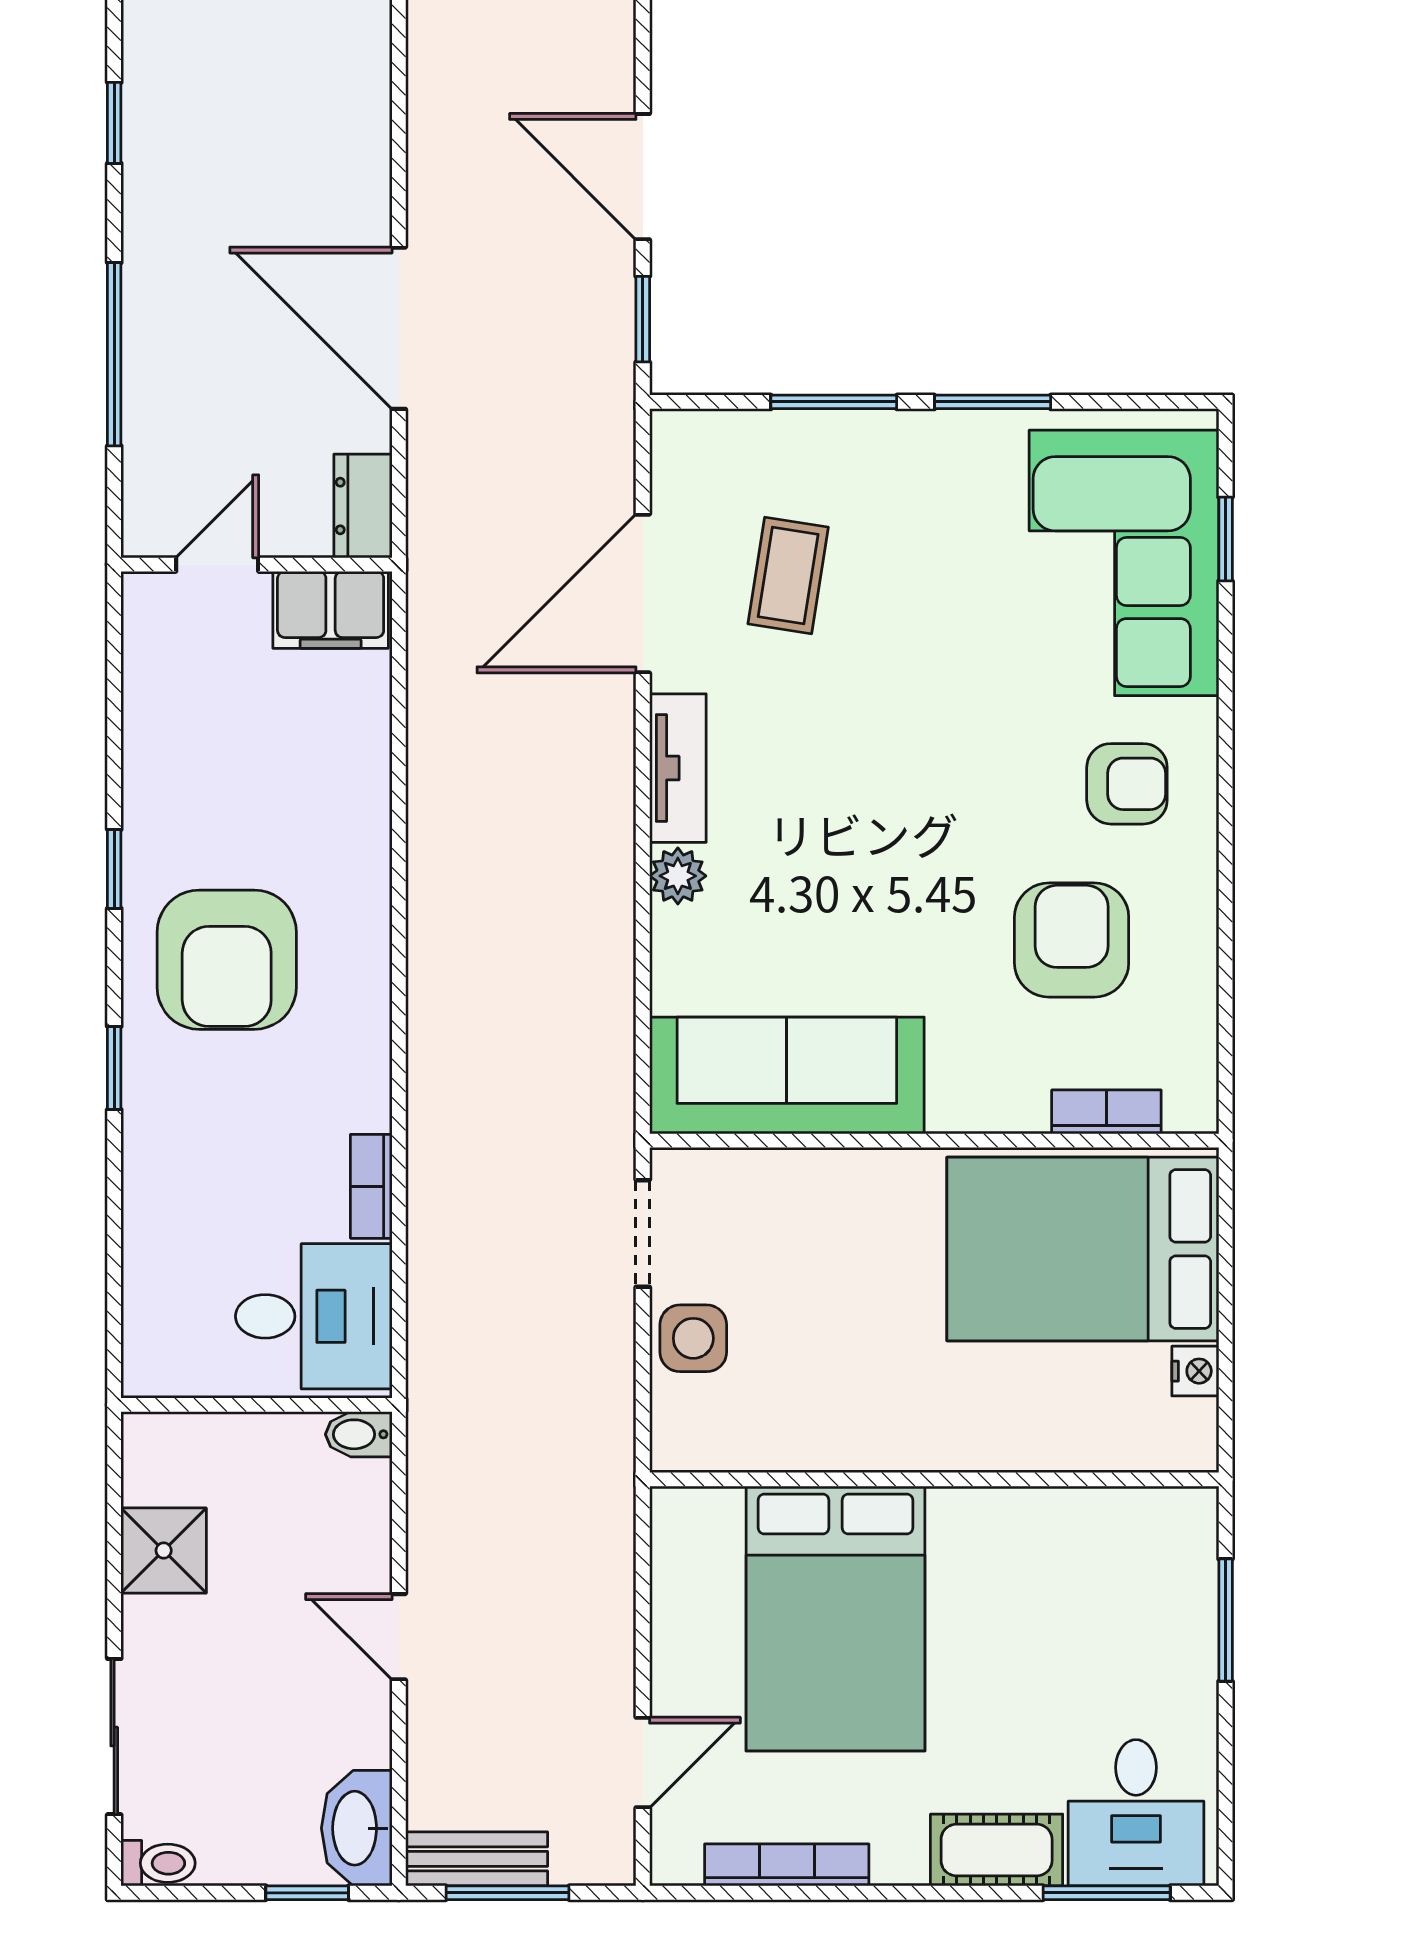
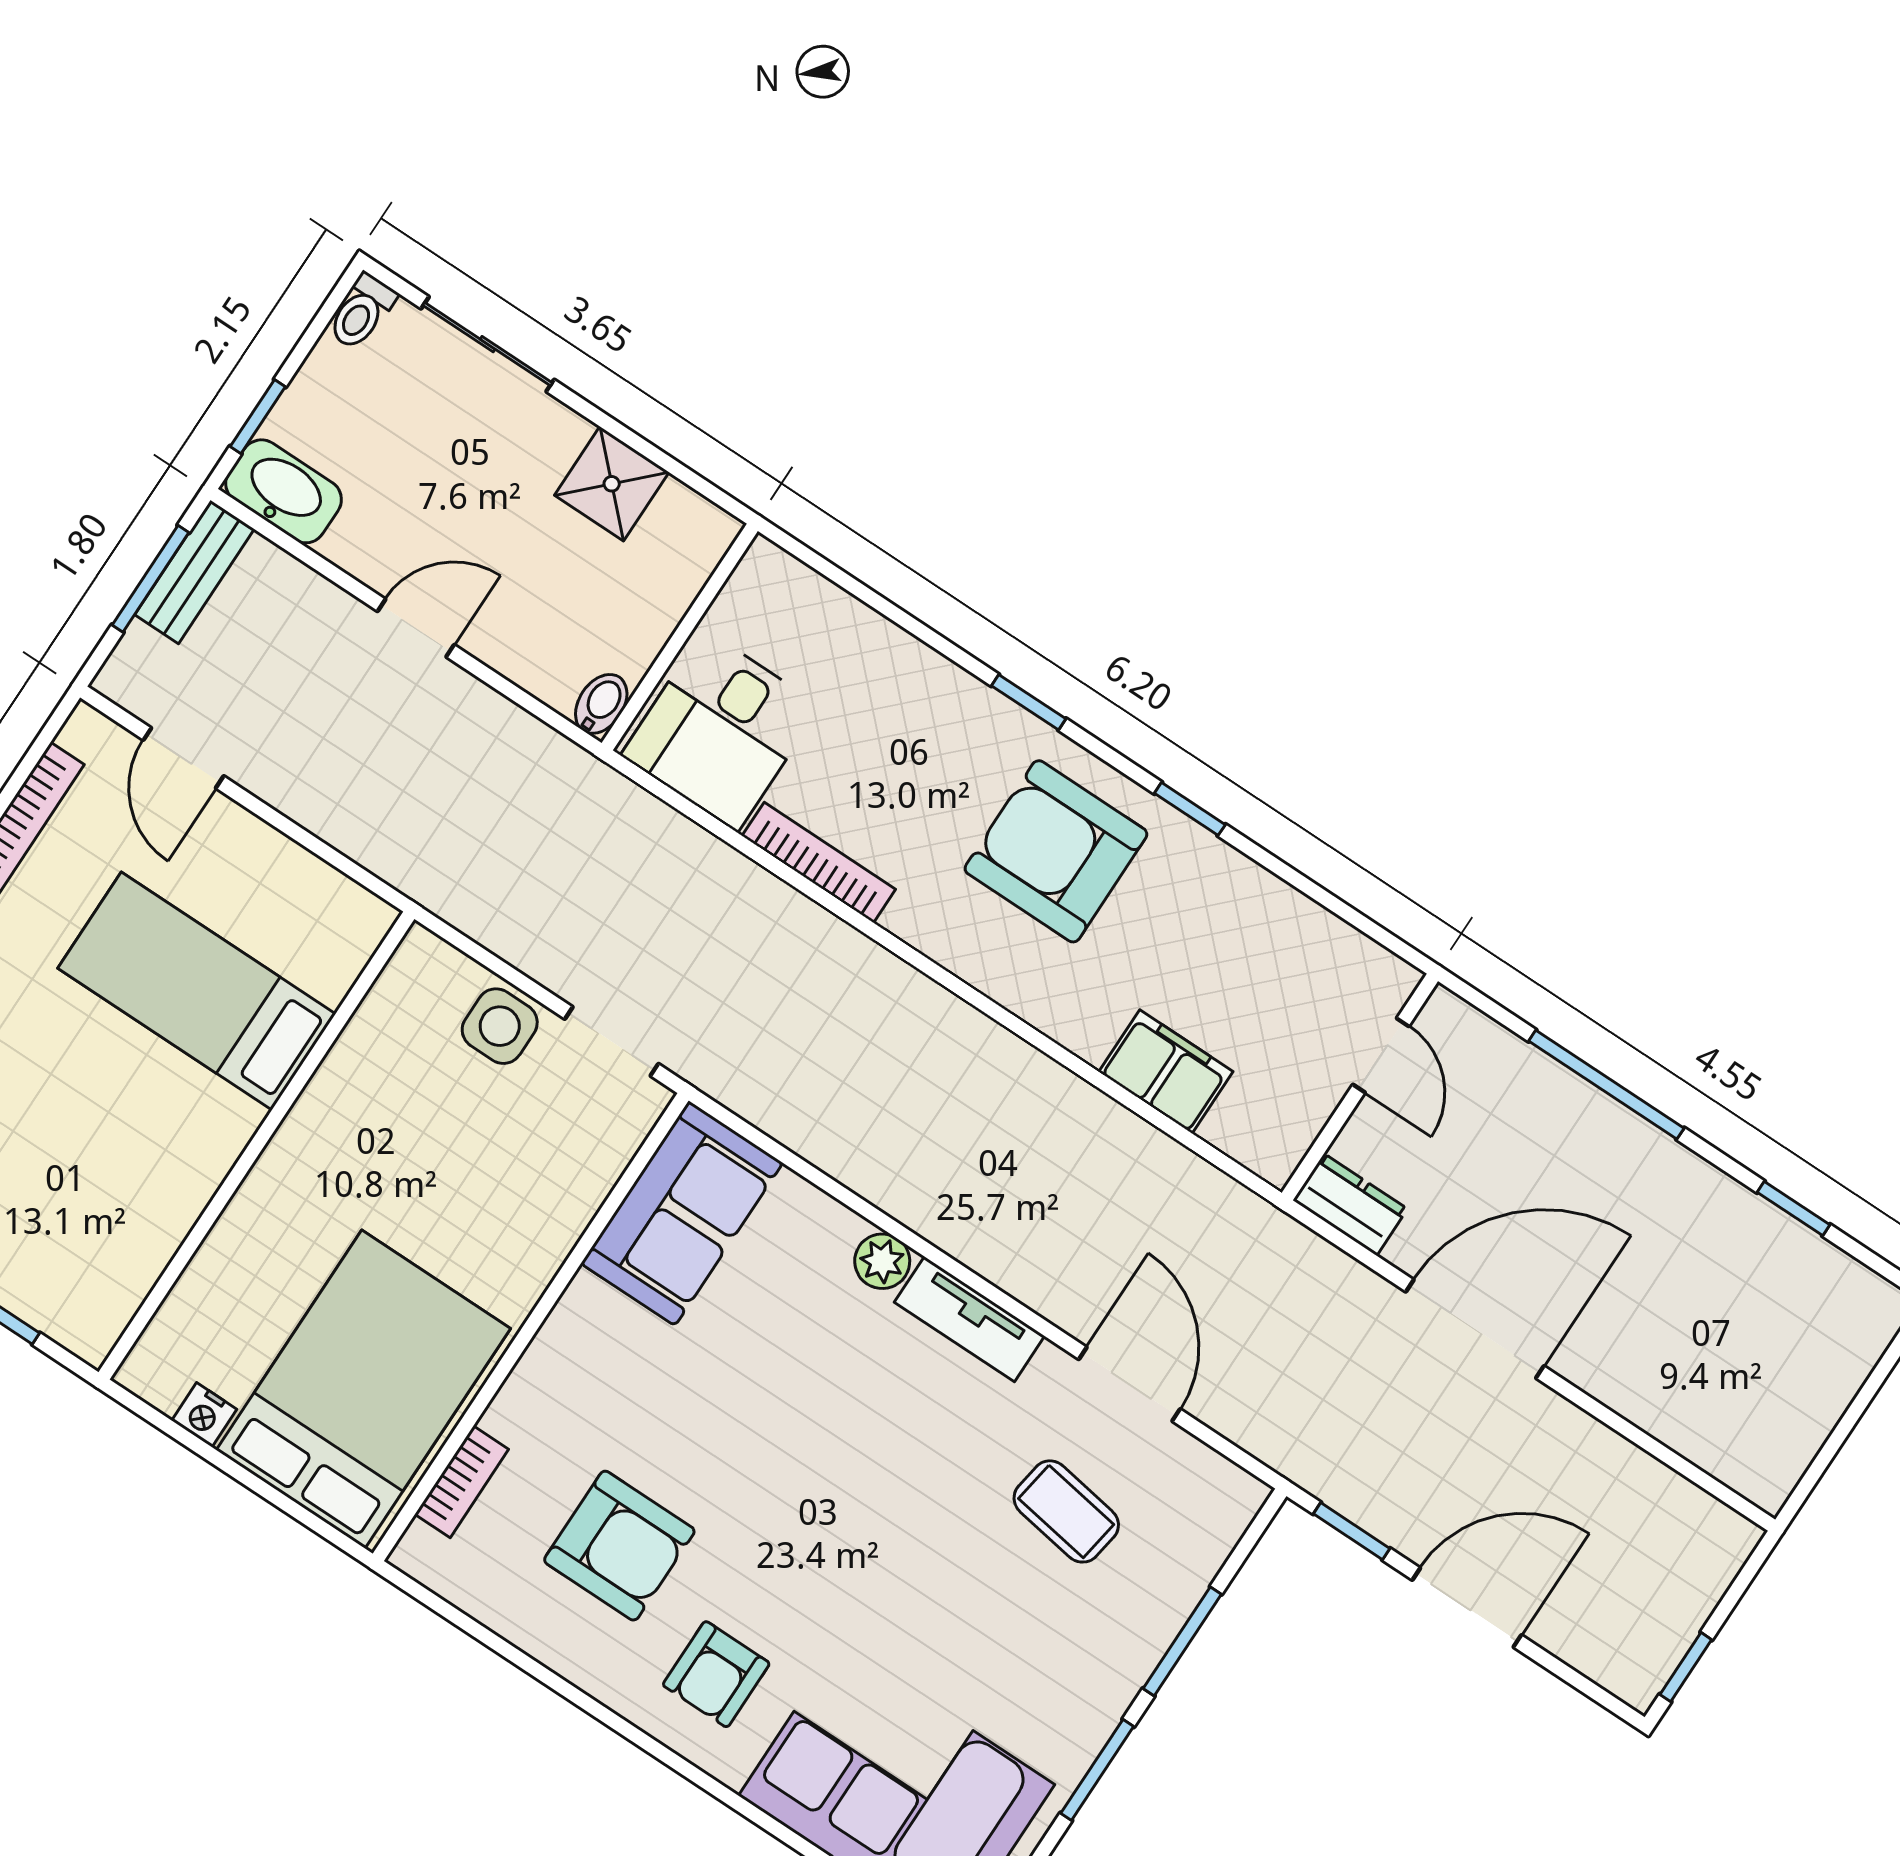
door: (643, 594) -> (1130, 1384), width x0.73
filing cabinet: (331, 610) -> (1166, 1072), moved, turned 90
sofa: (787, 1075) -> (682, 1213), width x0.73
bookcase: (371, 1186) -> (819, 863), width x1.56
bed: (836, 1619) -> (197, 991), width x0.67

